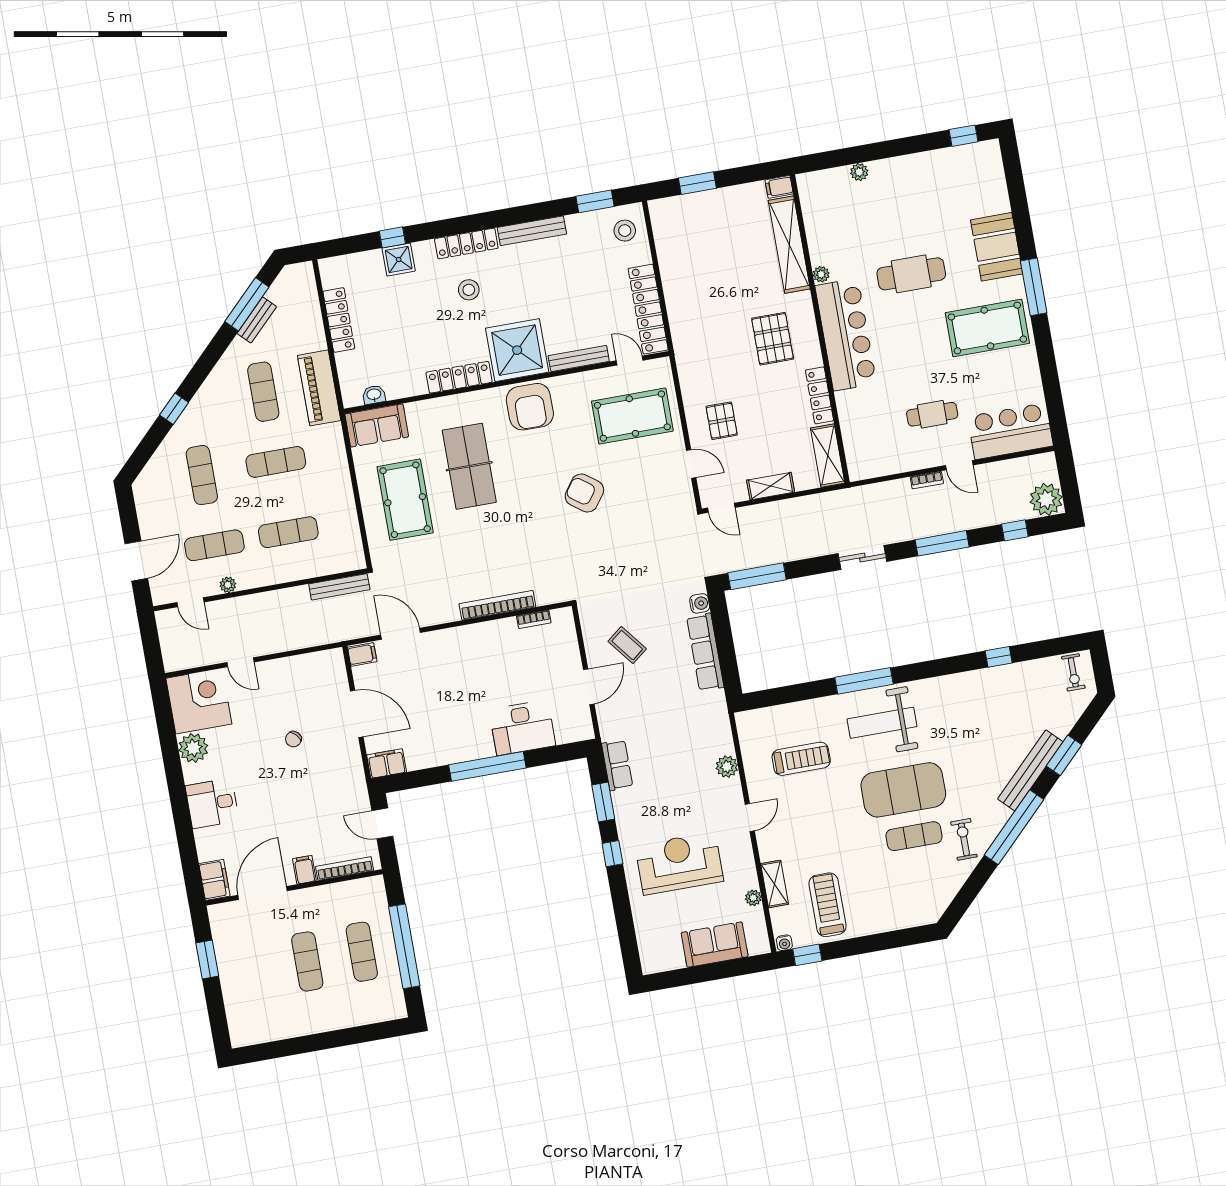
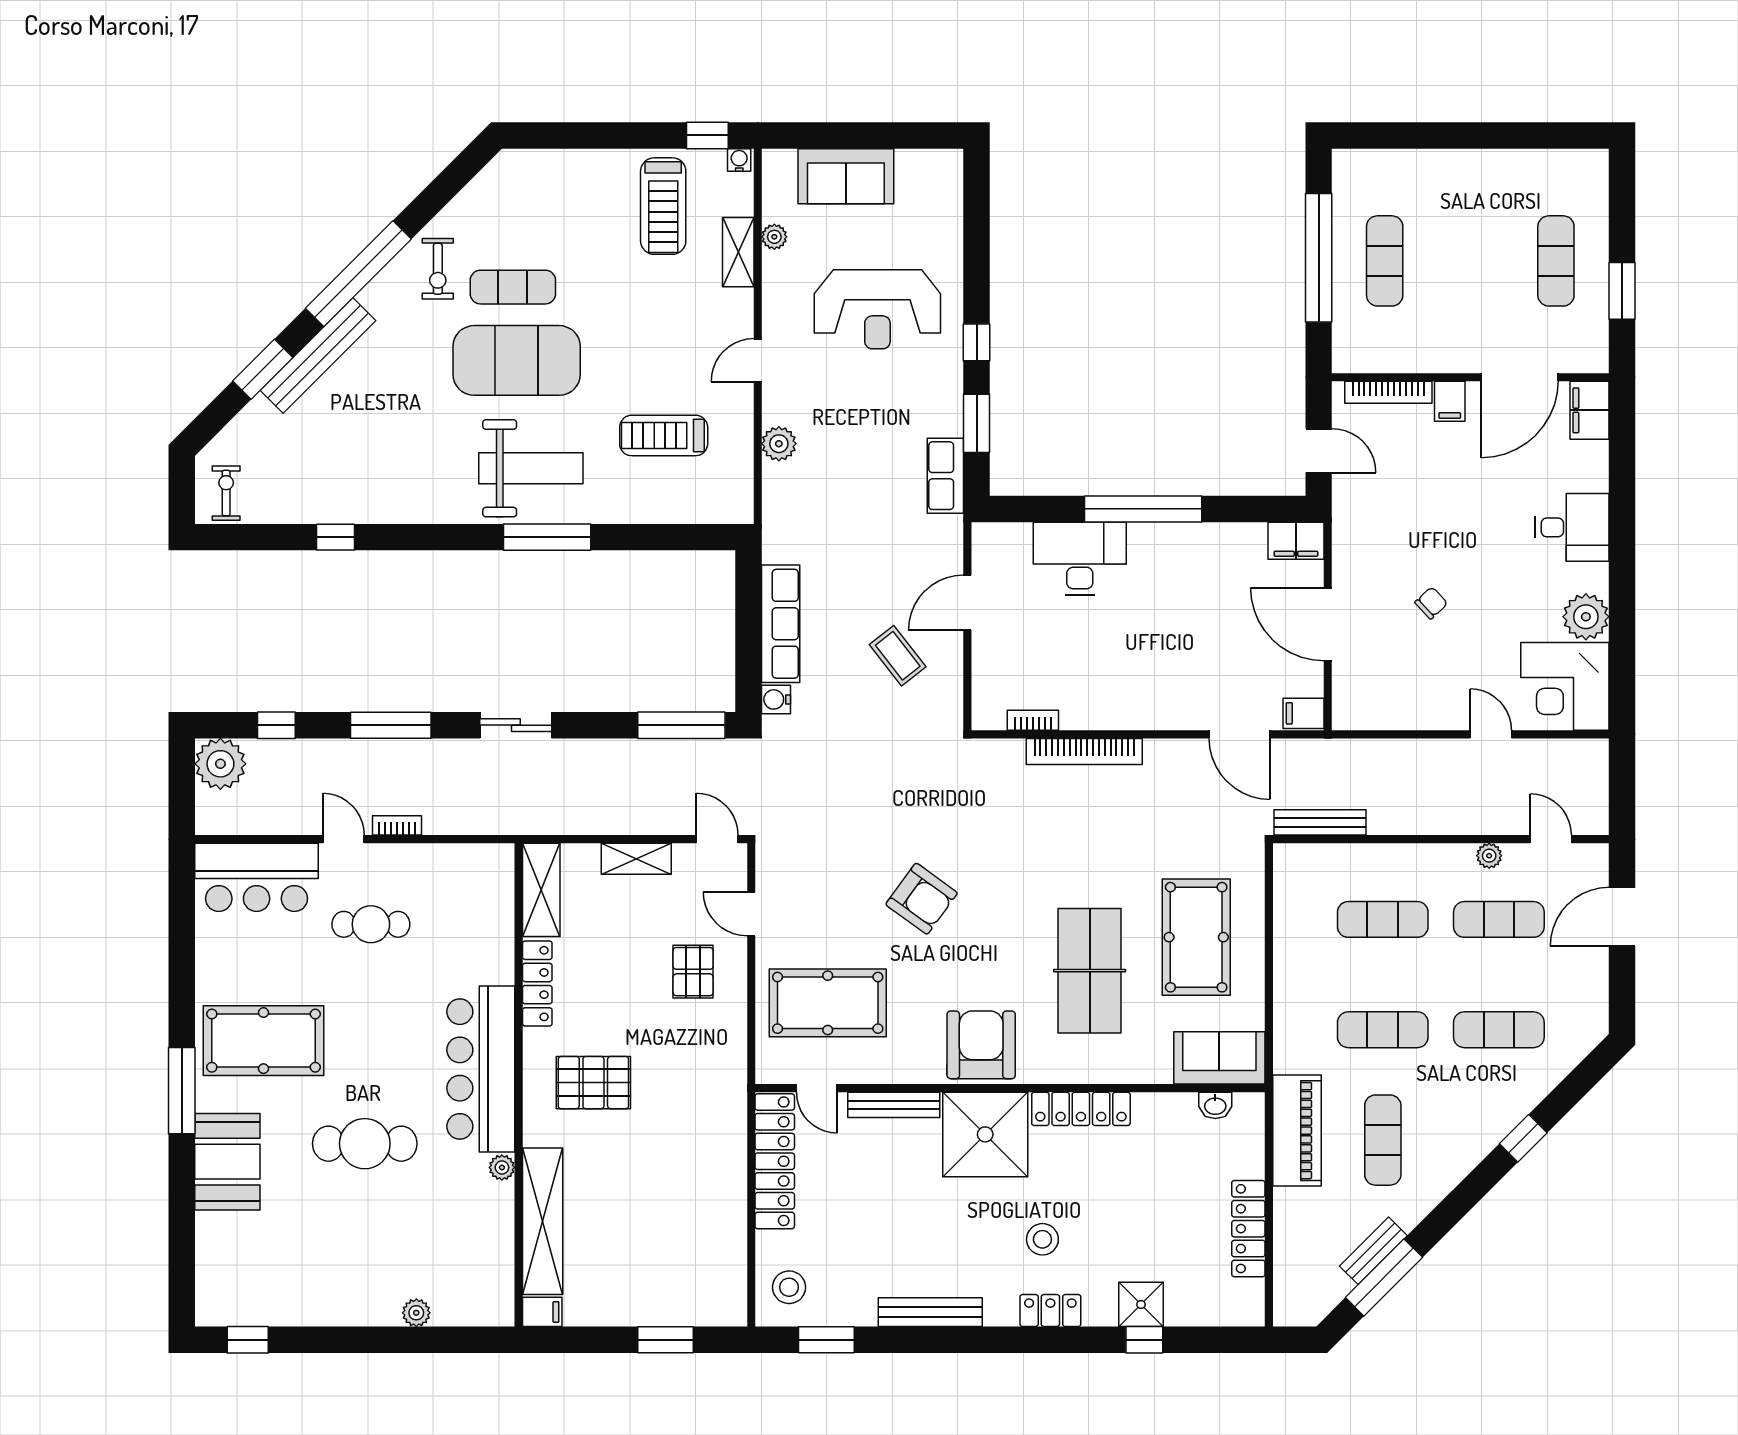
locker: (466, 243) -> (1050, 1311), width x0.66
pallet: (773, 339) -> (593, 1083), turned 90
exercise mat: (202, 475) -> (1499, 1030), turned 90
exercise mat: (307, 961) -> (1556, 261), moved

